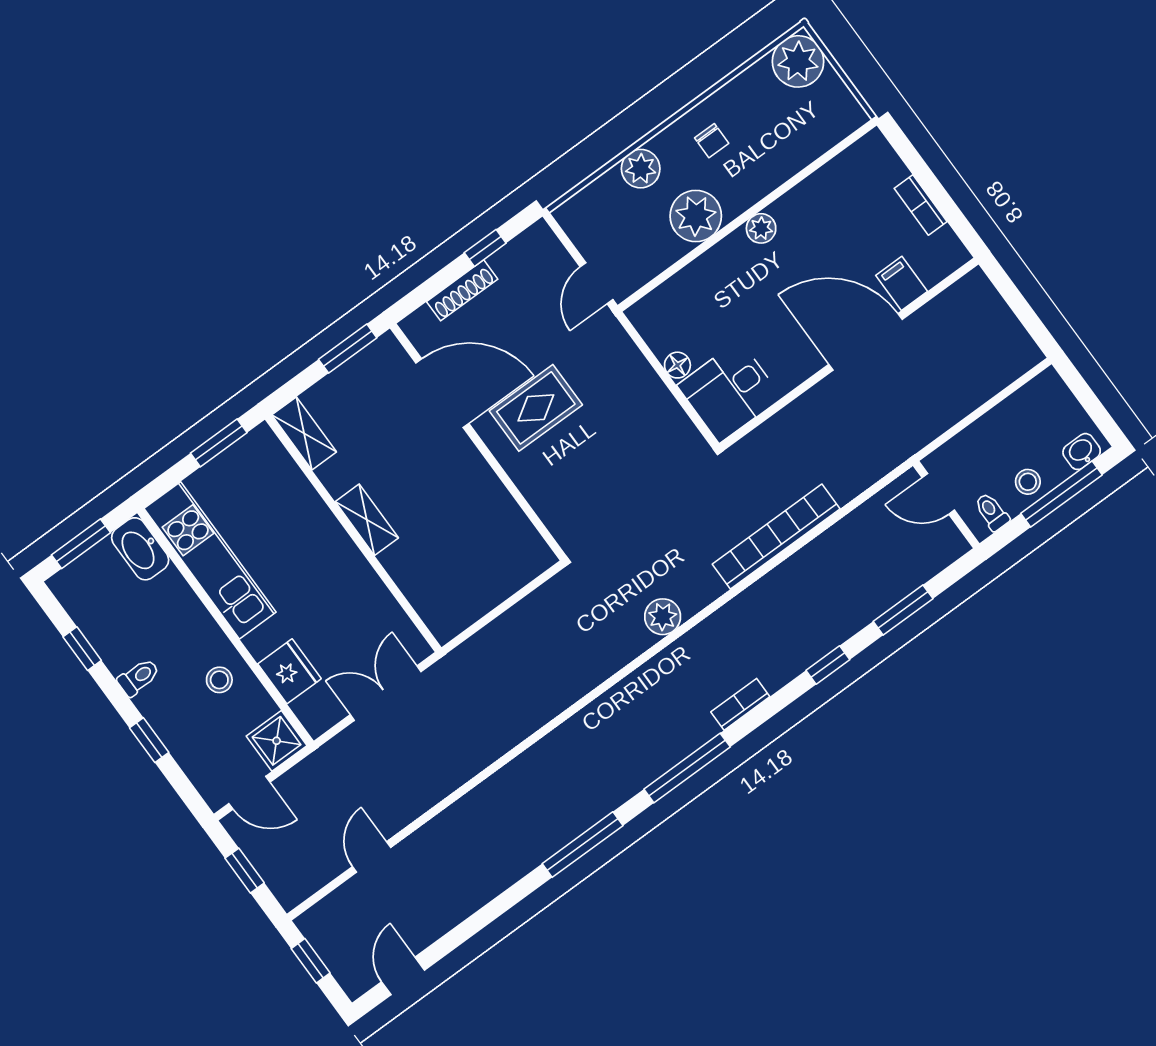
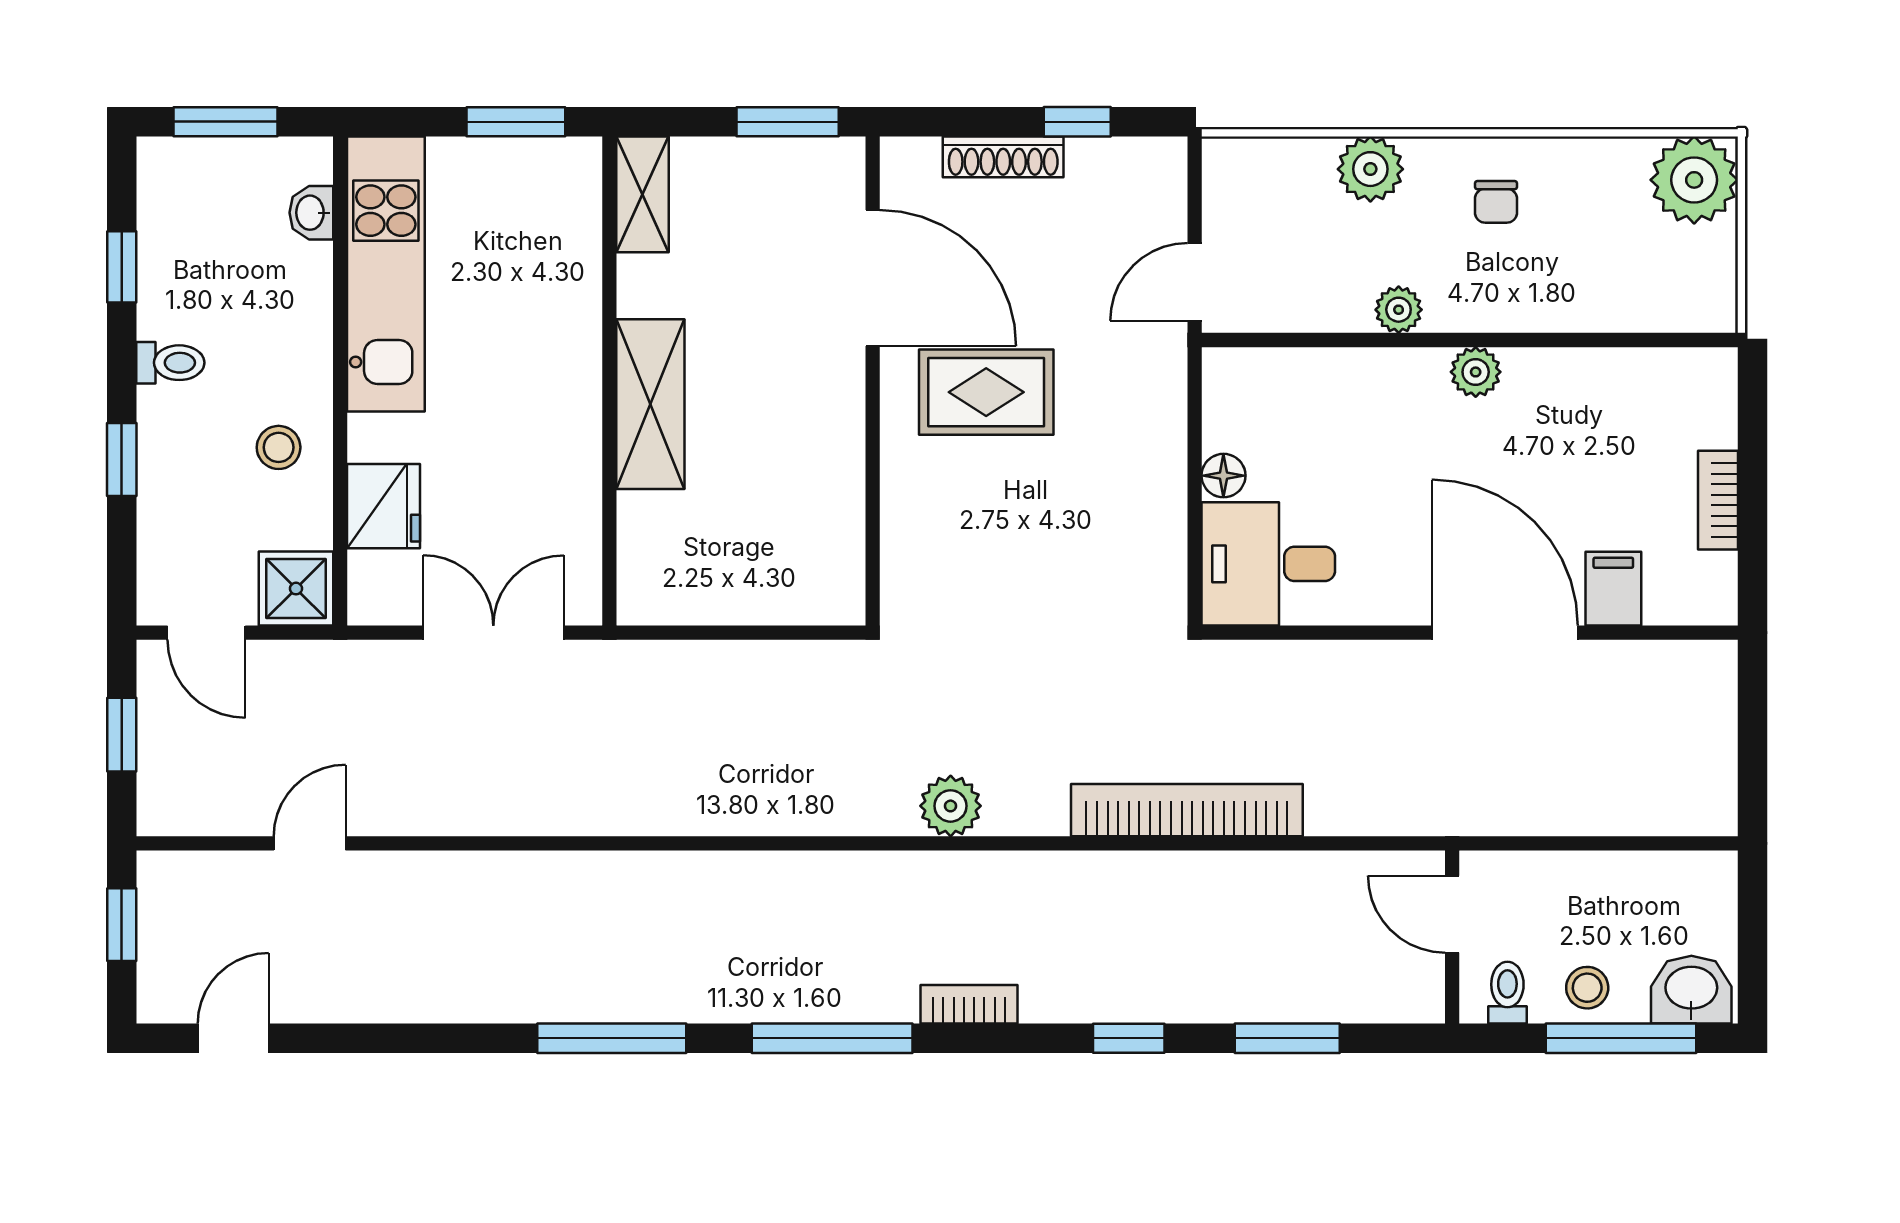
plant: (696, 216) -> (1399, 310), width x0.53, depth x0.53
washbasin: (1082, 452) -> (1691, 990), width x1.38, depth x1.45
shelving: (367, 520) -> (650, 404), width x1.50, depth x1.33
washbasin: (140, 549) -> (311, 213), width x0.52, depth x0.69

